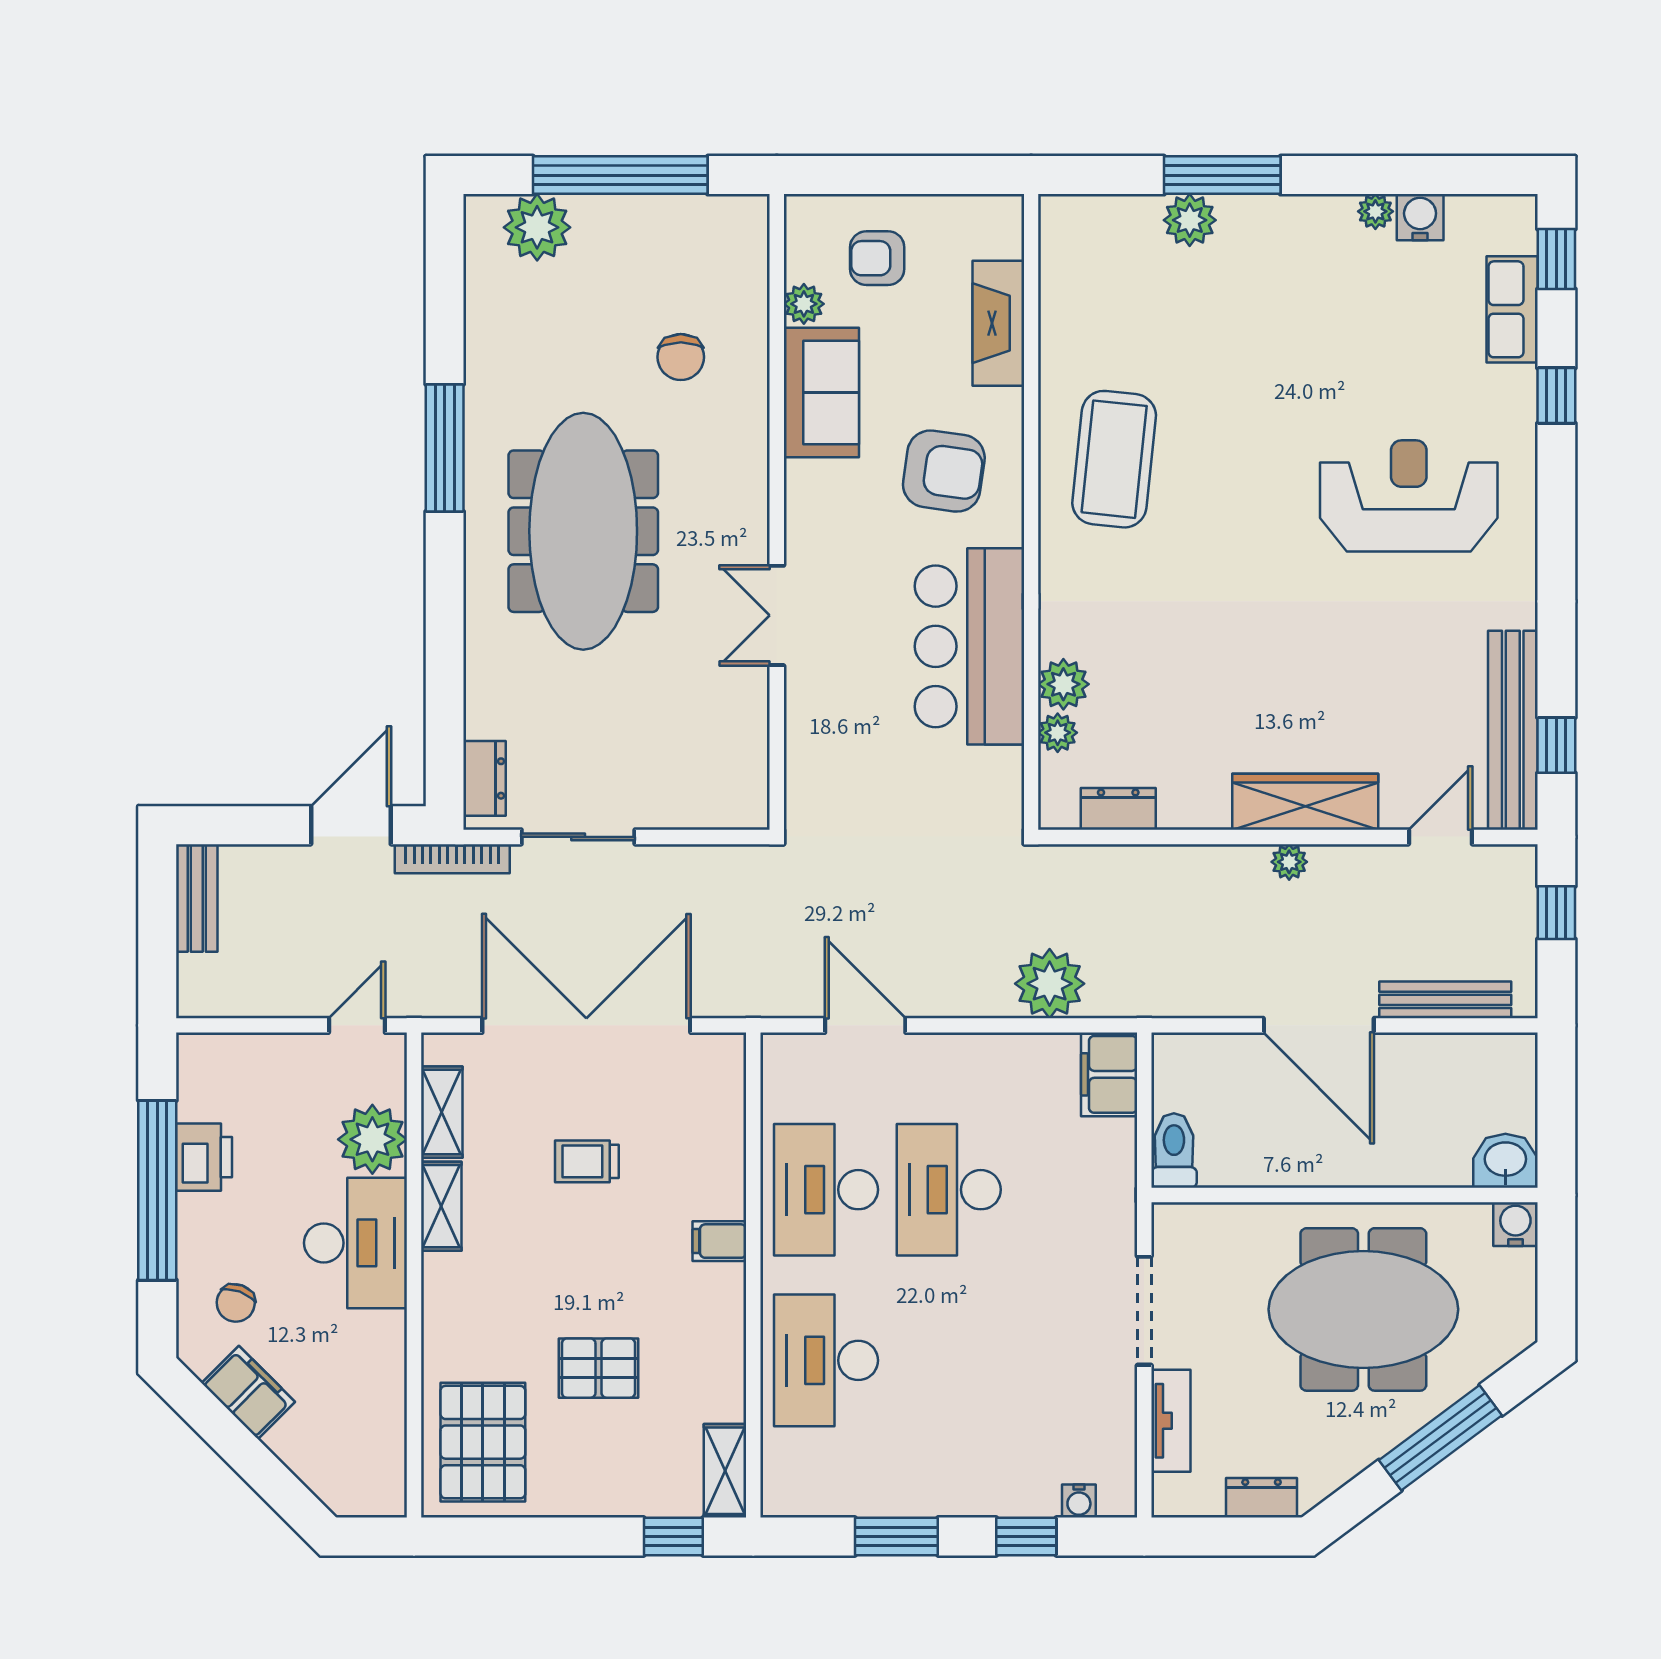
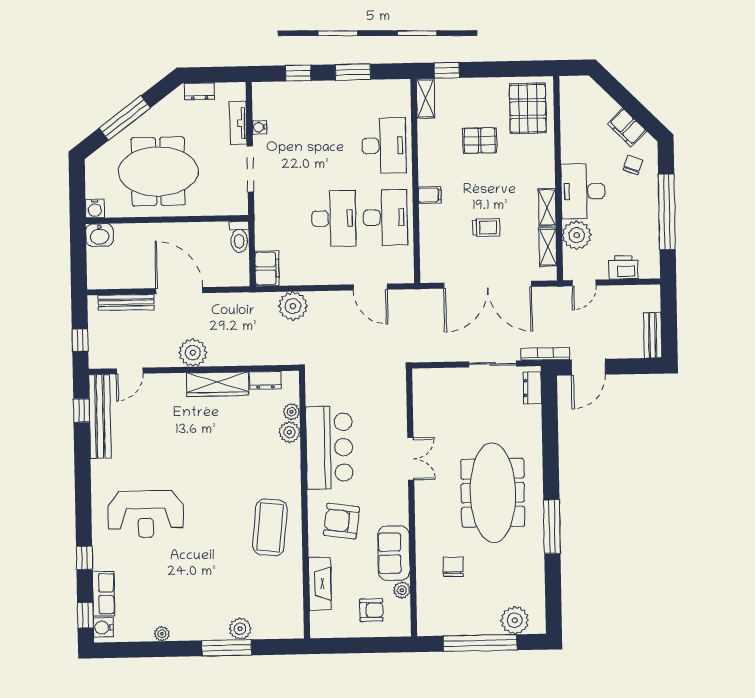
water cooler: (1420, 217) -> (103, 628), moved, turned 90
wardrobe: (1305, 802) -> (217, 384), moved
plant: (1289, 862) -> (193, 353), width x1.88, depth x1.88
printer: (204, 1157) -> (623, 267), moved, turned 90
water cooler: (1079, 1501) -> (260, 127), moved, turned -90

